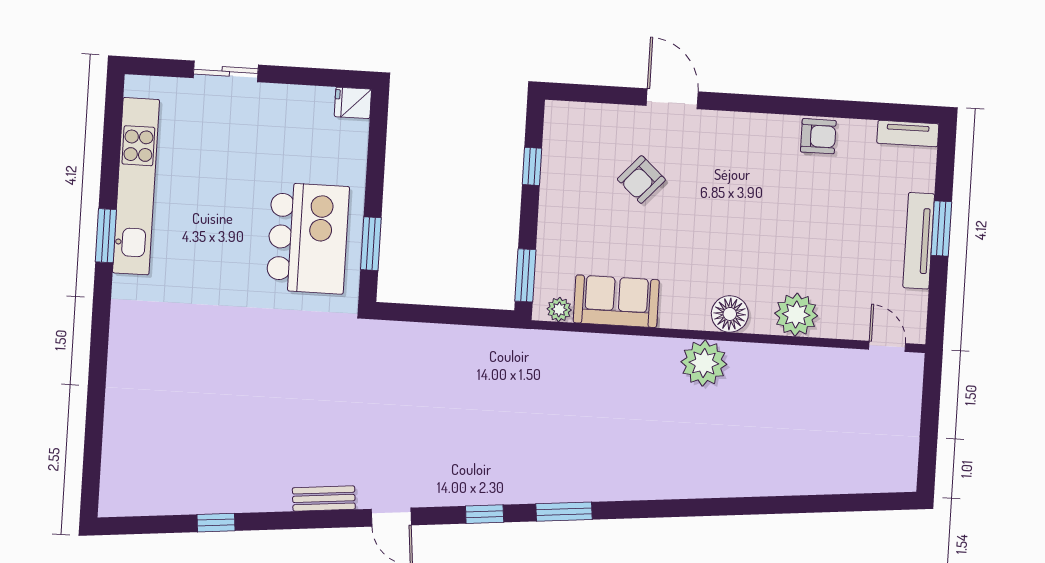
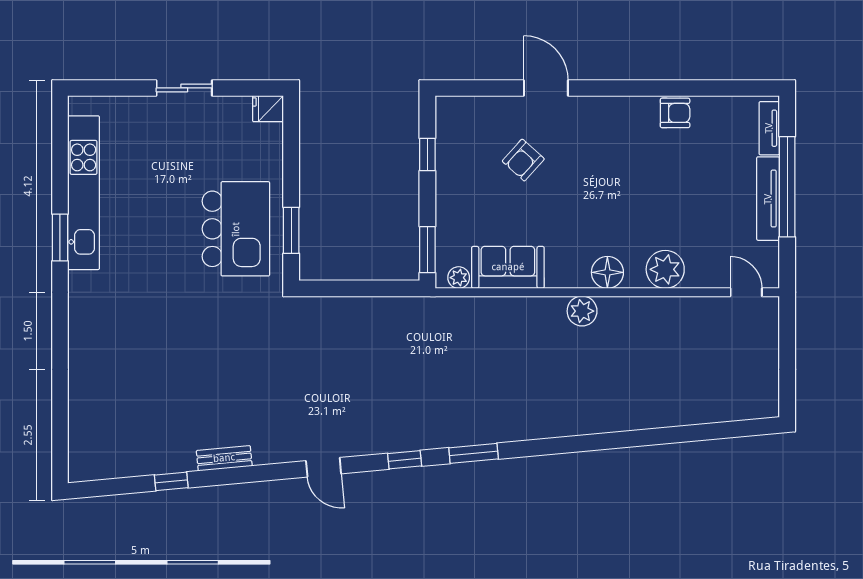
sliding door: (226, 71) -> (184, 88), moved
tv unit: (908, 134) -> (769, 128), moved, turned 90
window: (941, 229) -> (787, 187), width x2.11
plant: (704, 363) -> (582, 311), width x0.73, depth x0.73
bench: (324, 498) -> (224, 458), moved

